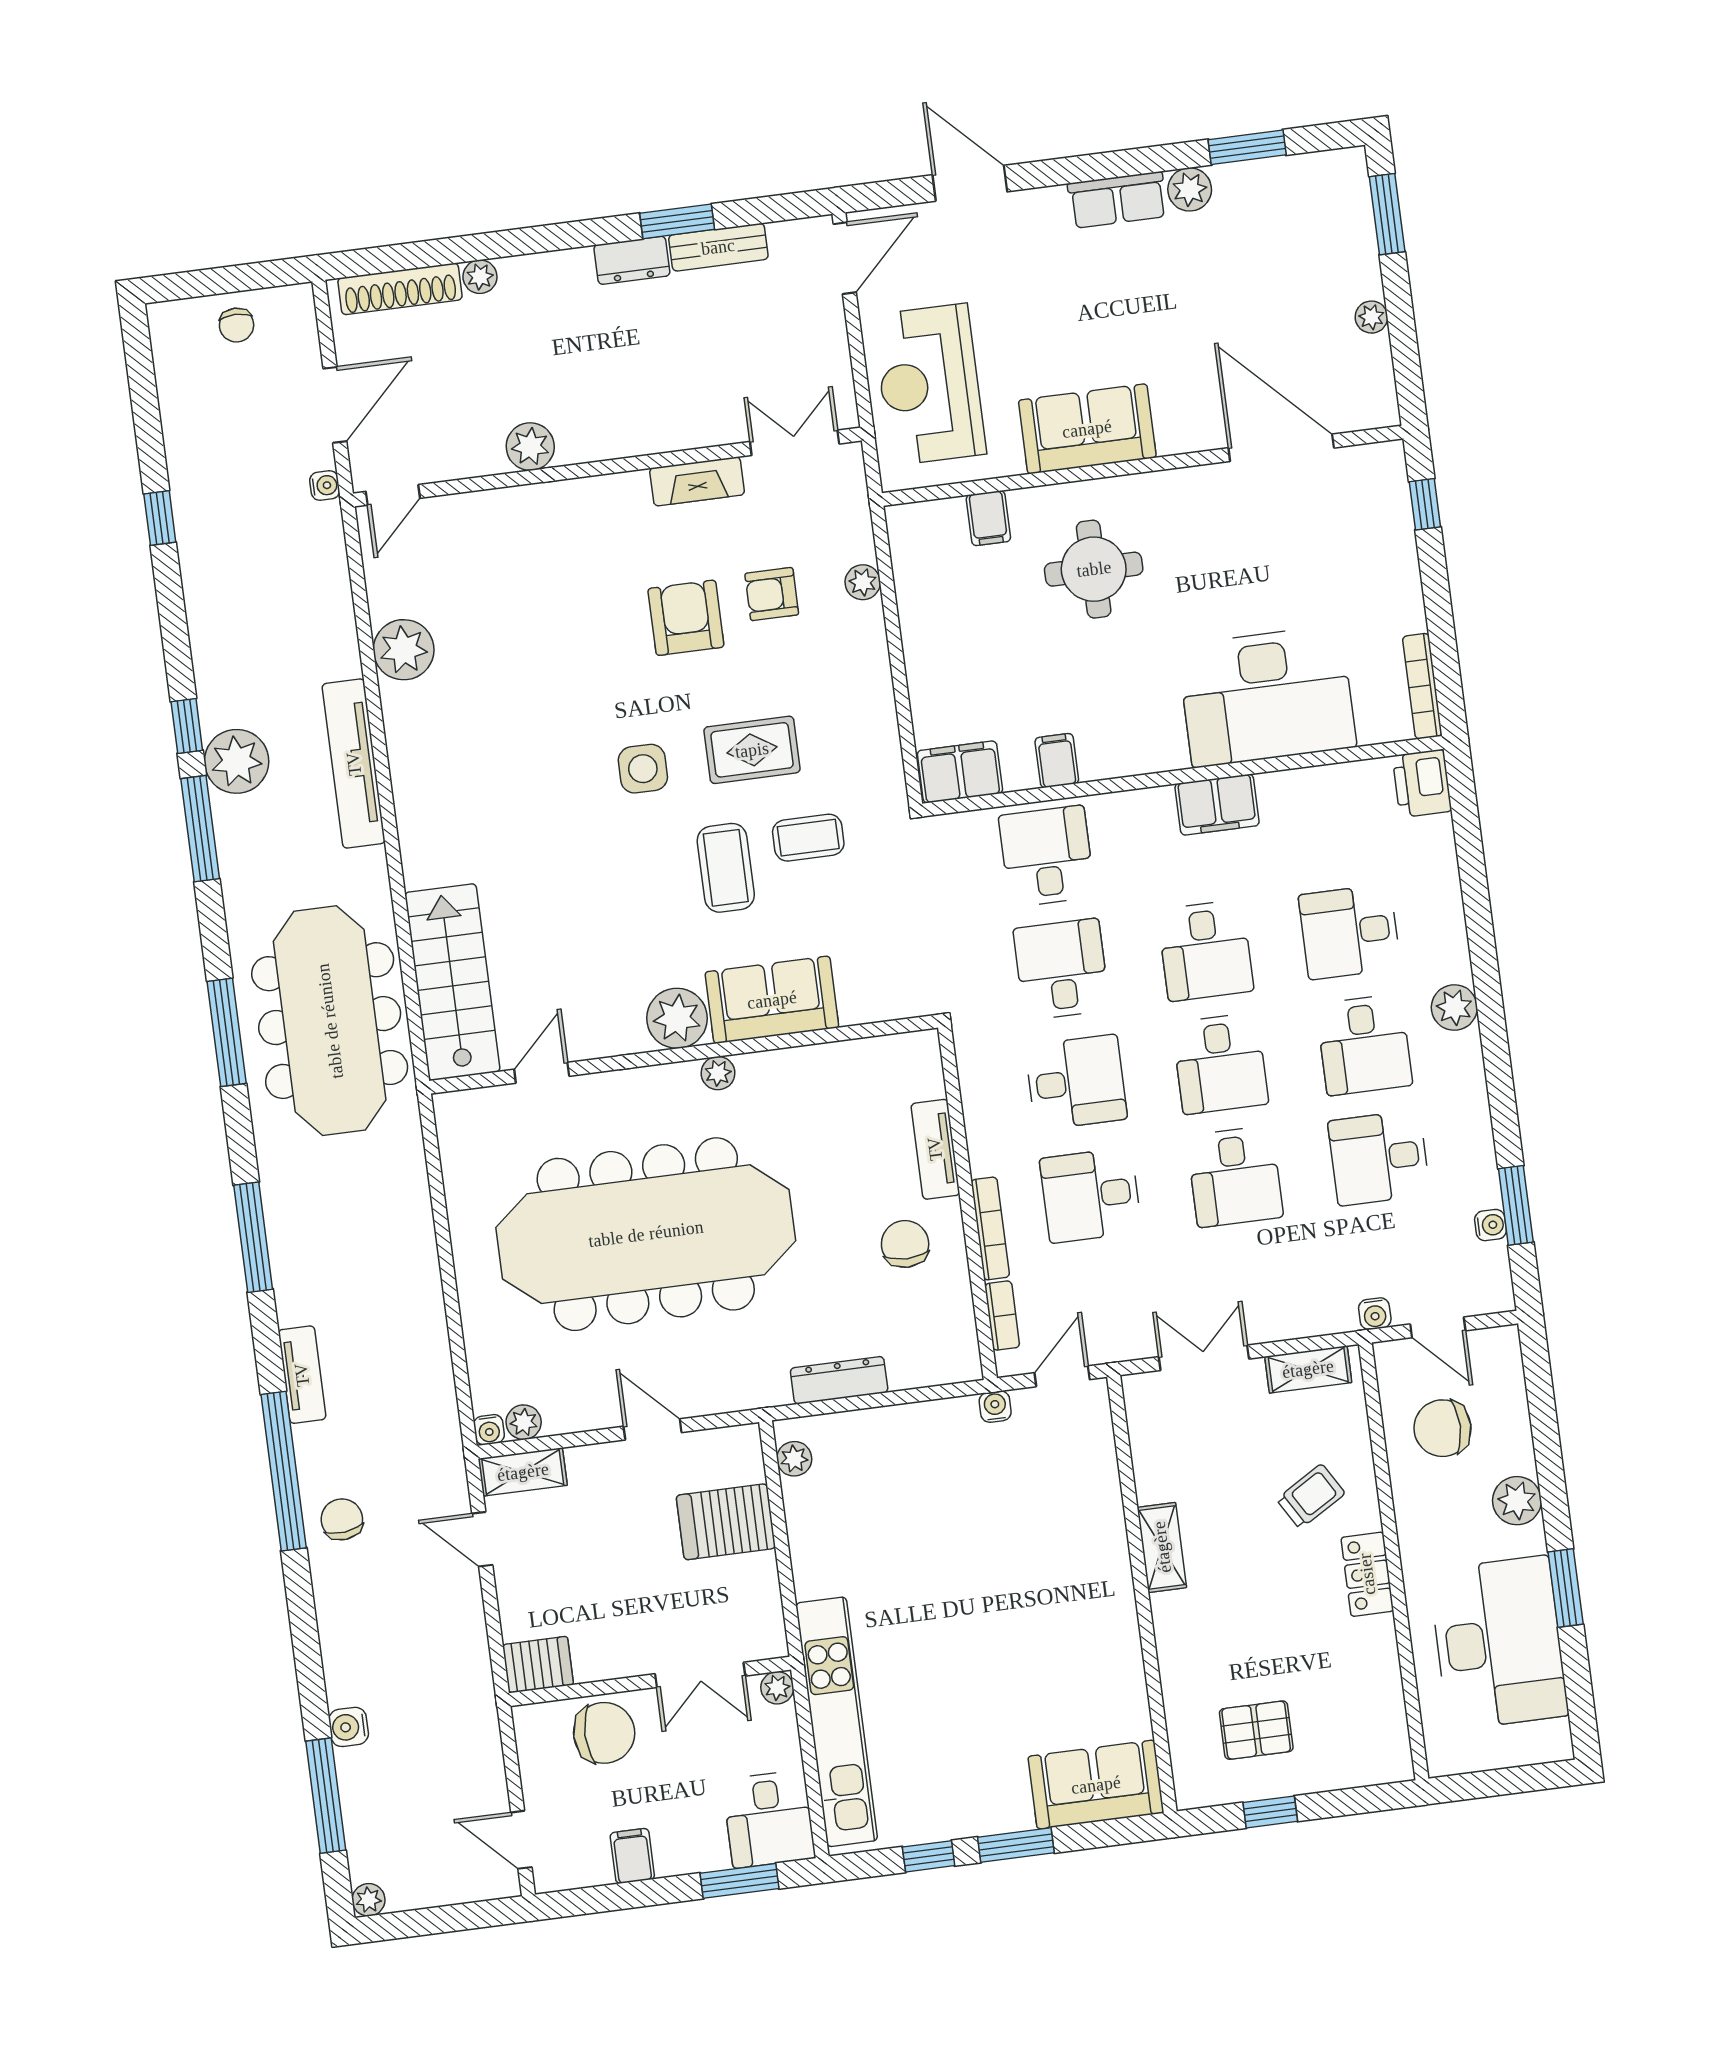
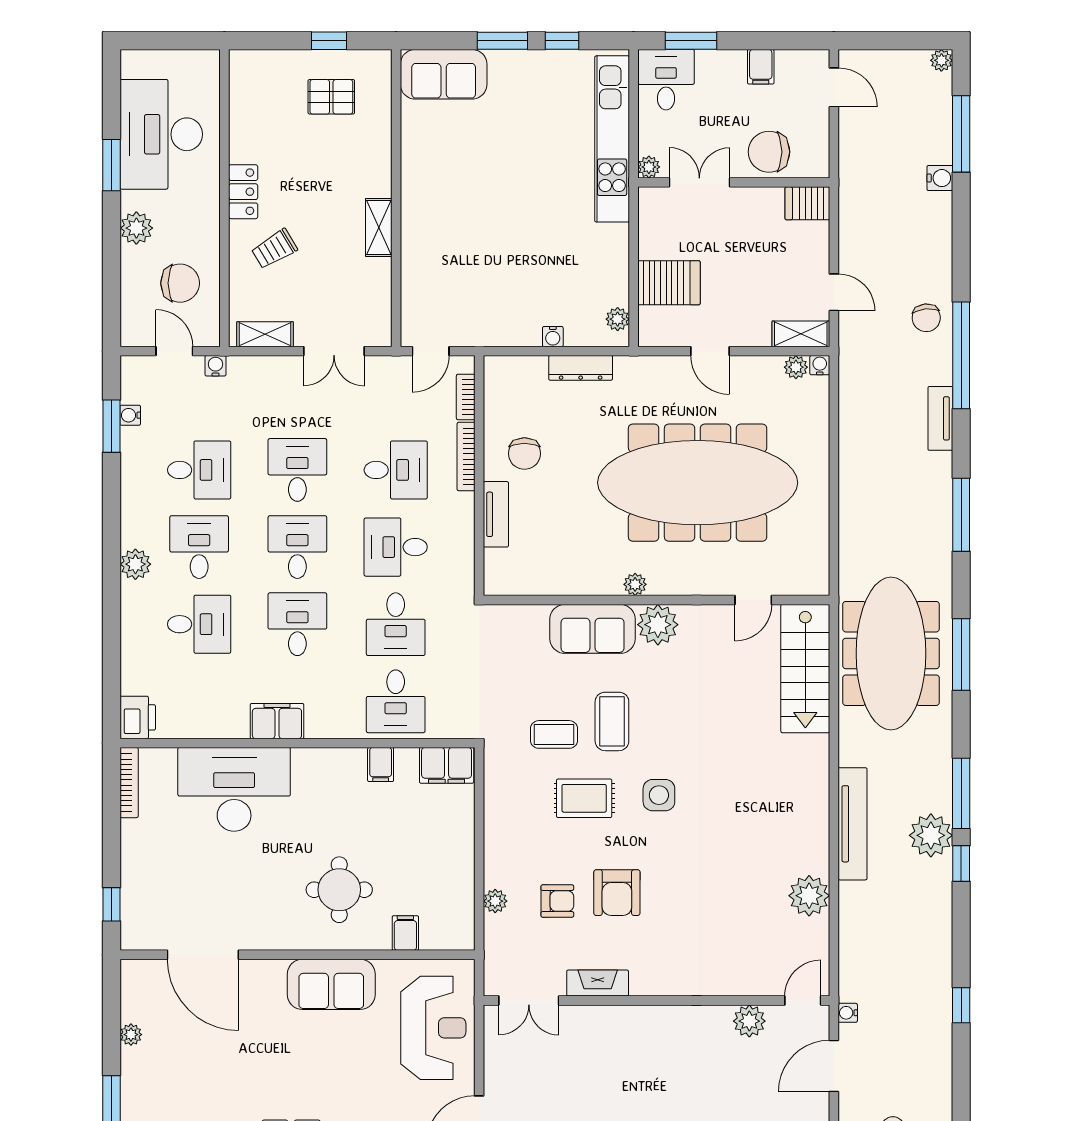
plant: (530, 447) -> (749, 1021), moved
water cooler: (995, 1407) -> (553, 337), moved

